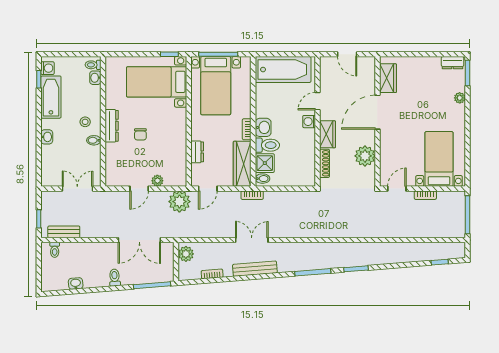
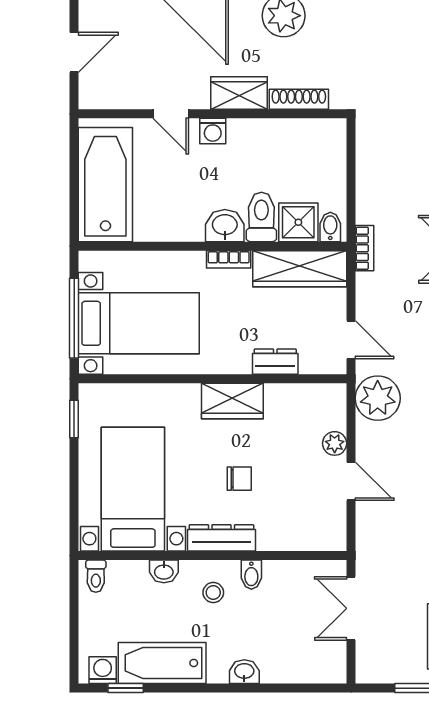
washbasin: (95, 78) -> (164, 571), moved
bed with nightstands: (157, 82) -> (133, 489), moved, turned 180
wardrobe: (178, 131) -> (232, 401), added

